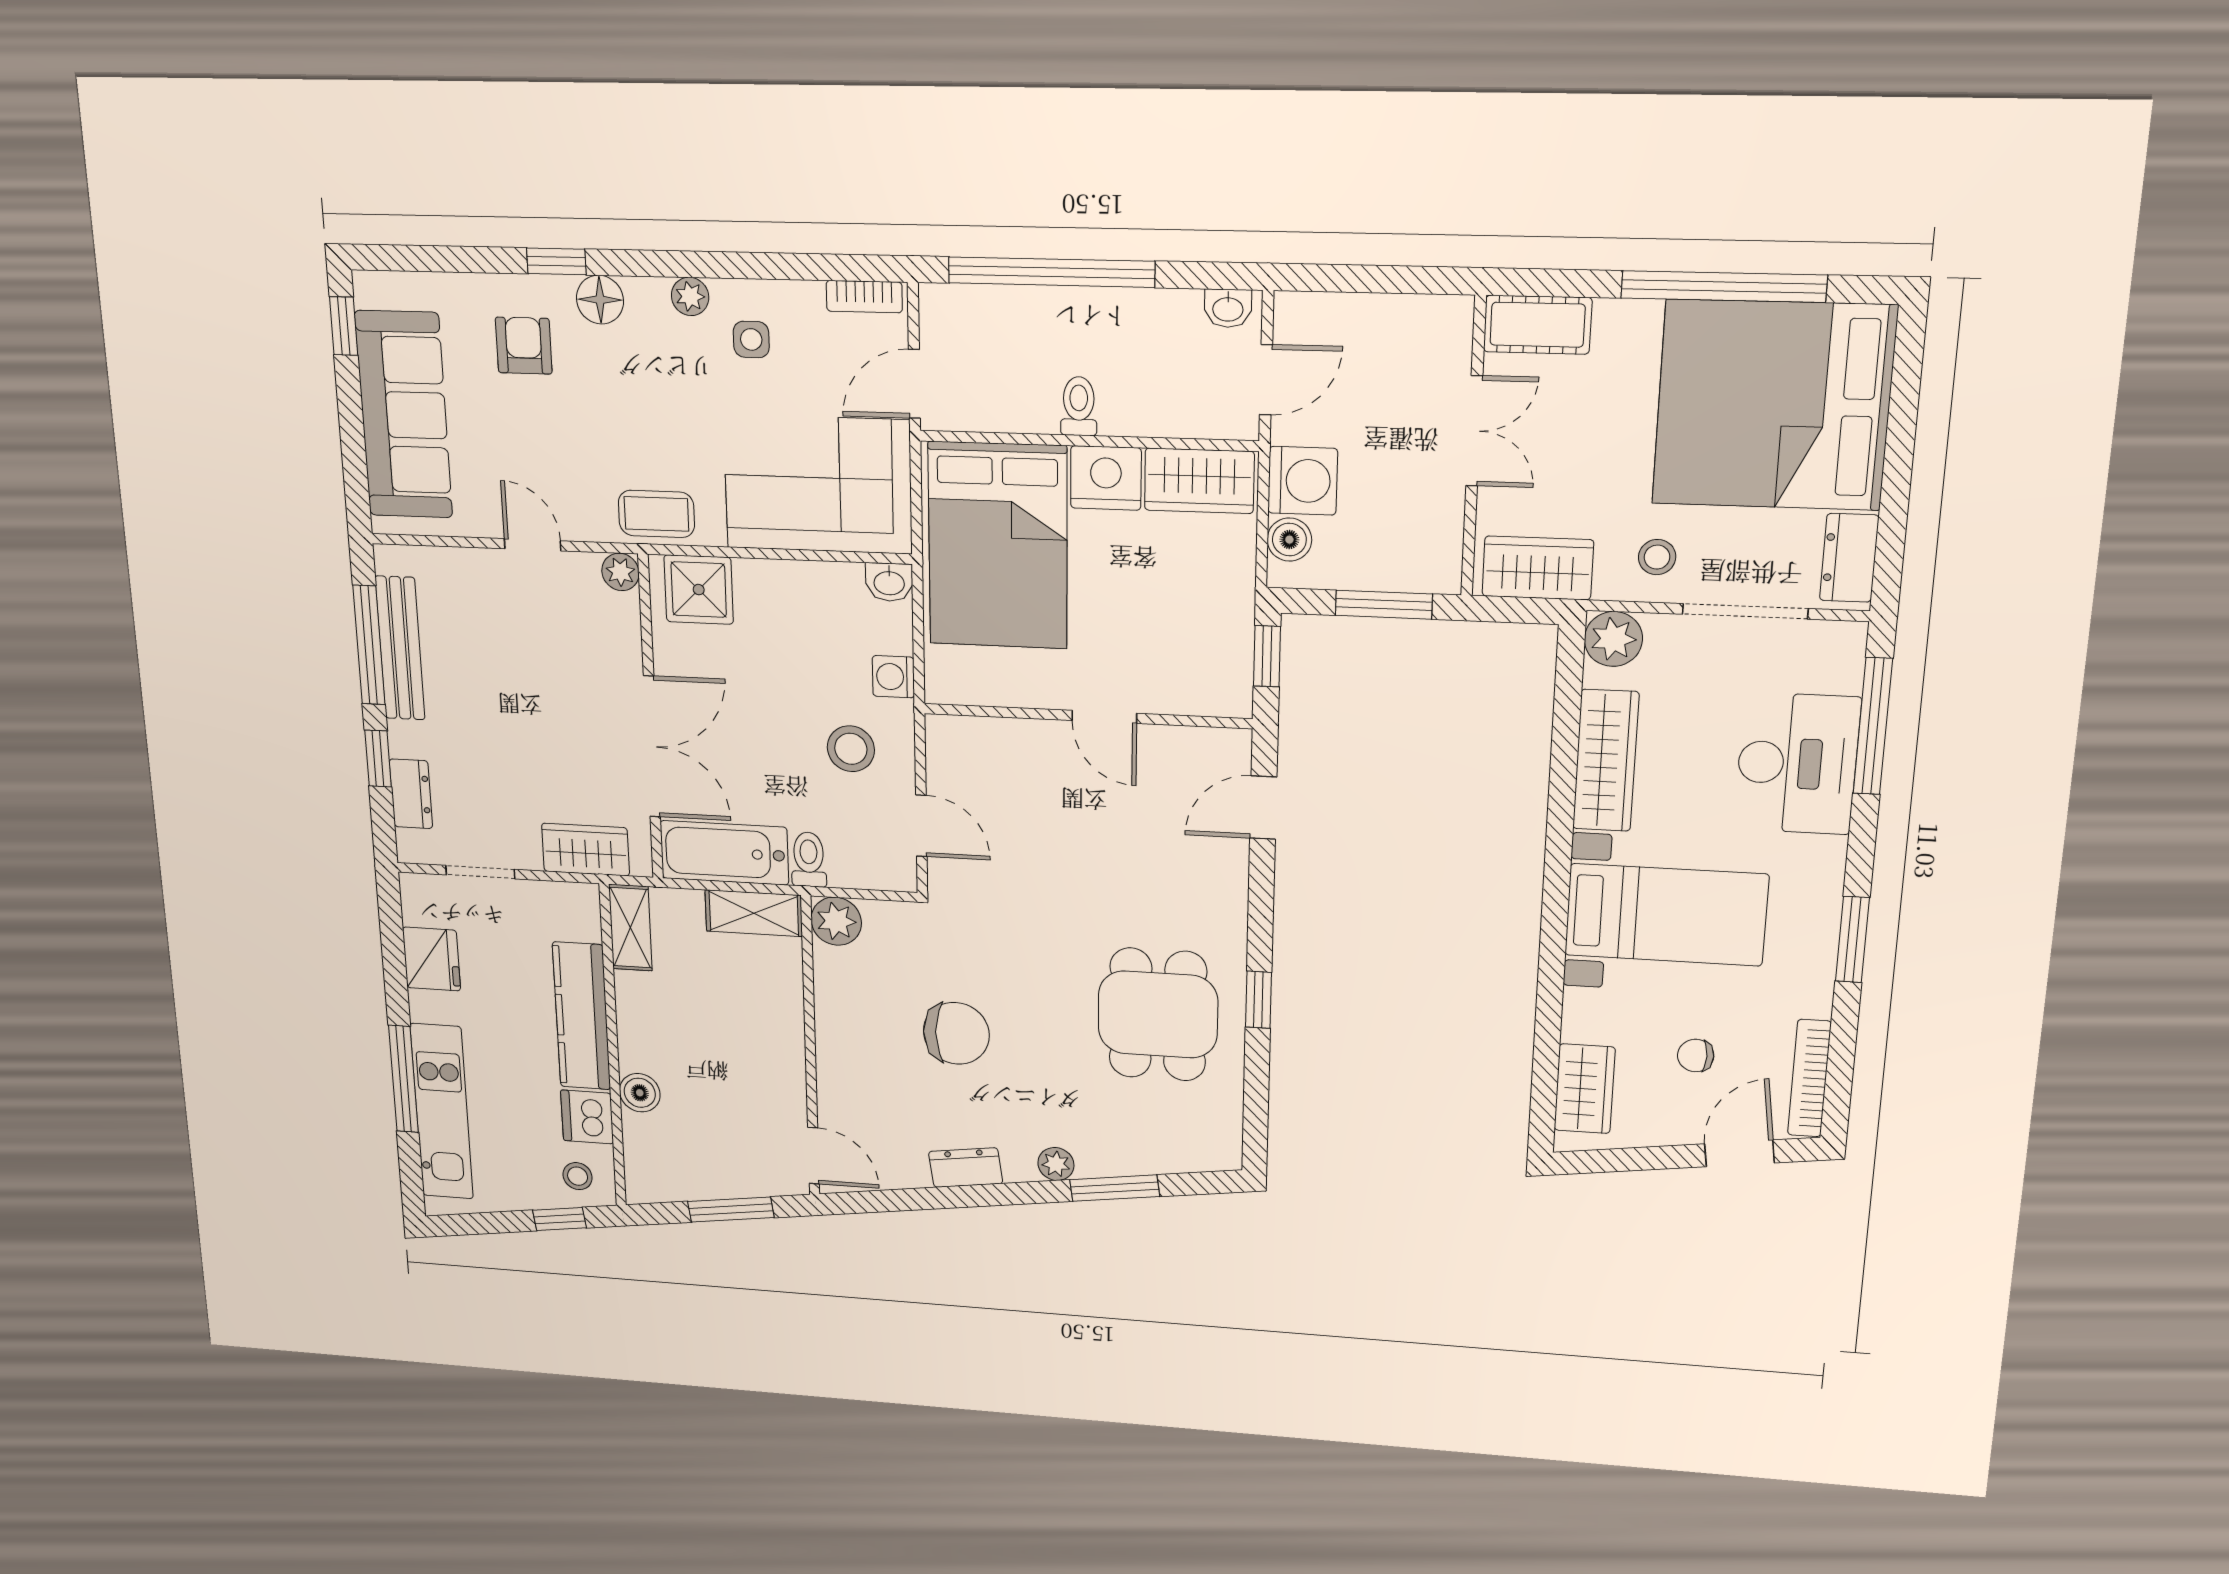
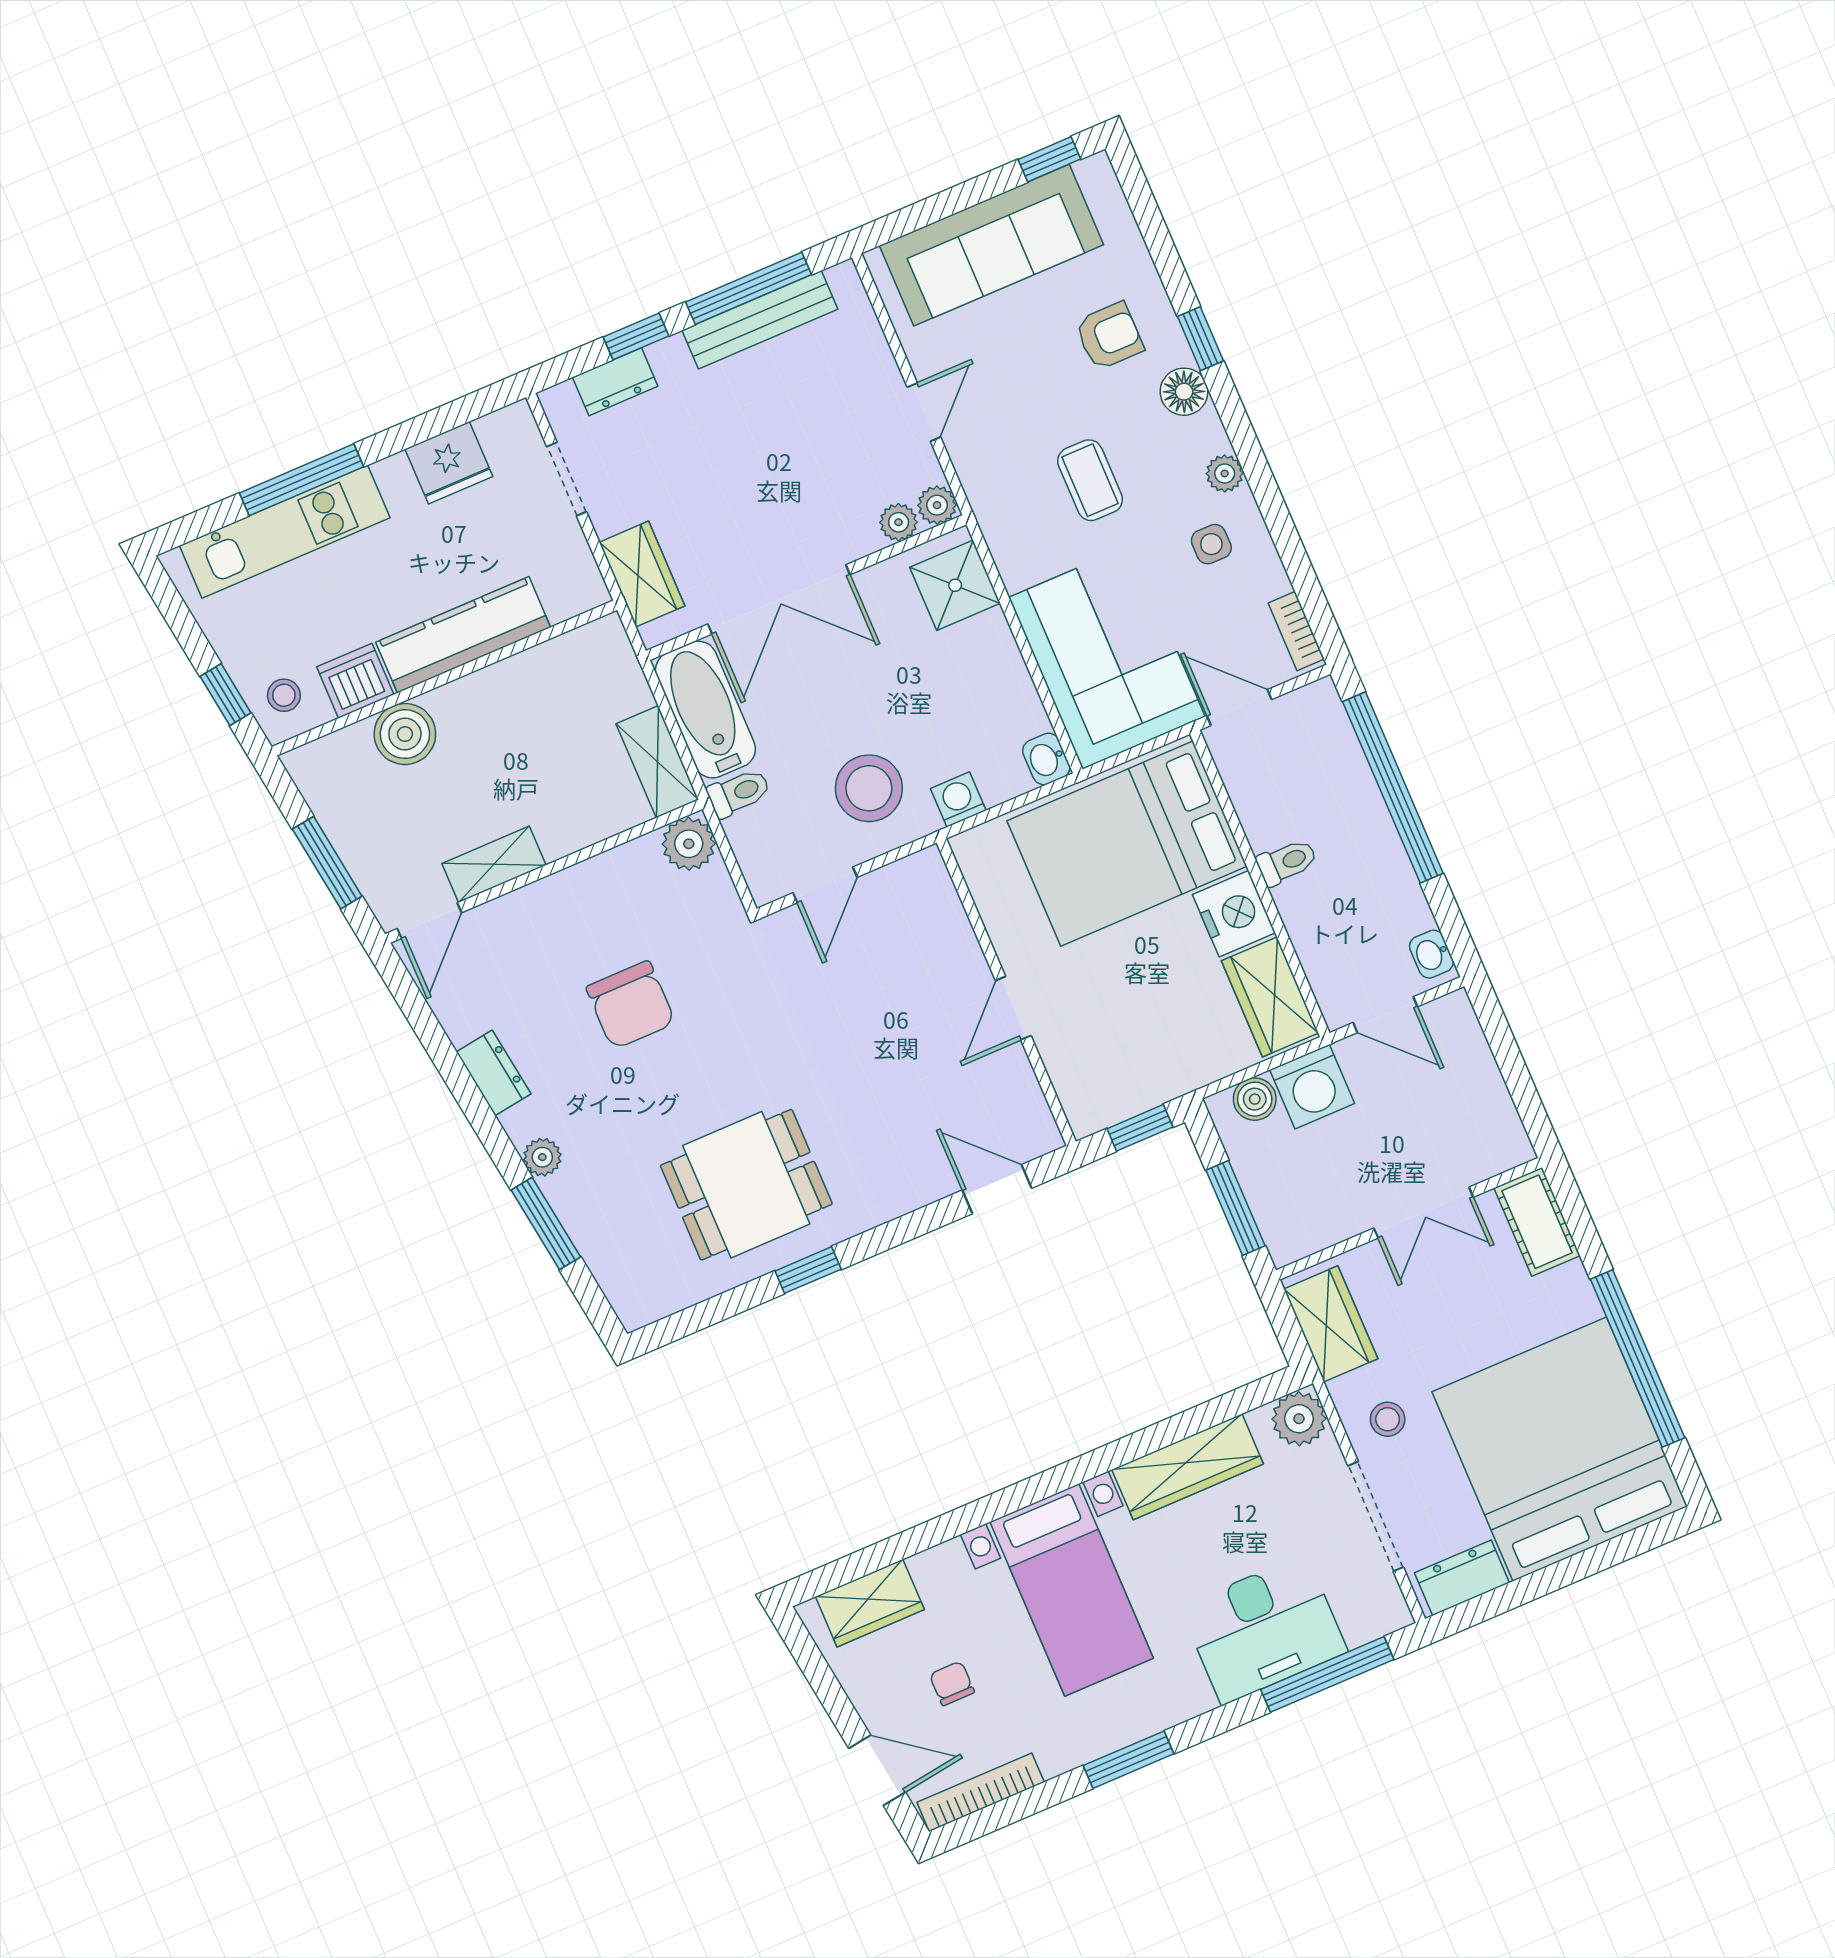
coffee table: (656, 514) -> (1090, 480), moved
plant: (623, 613) -> (899, 522), added
stool: (851, 749) -> (869, 788), width x1.38, depth x1.38
shelving: (630, 928) -> (494, 864), moved
boiler: (640, 1093) -> (405, 734), width x1.36, depth x1.36

